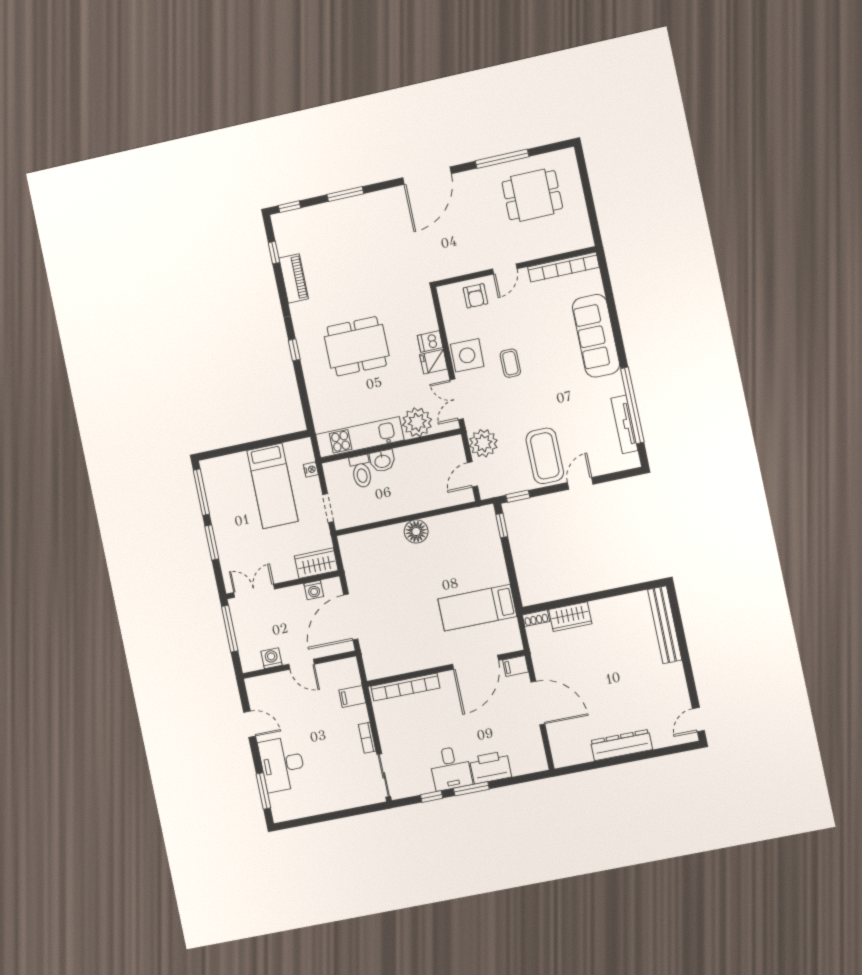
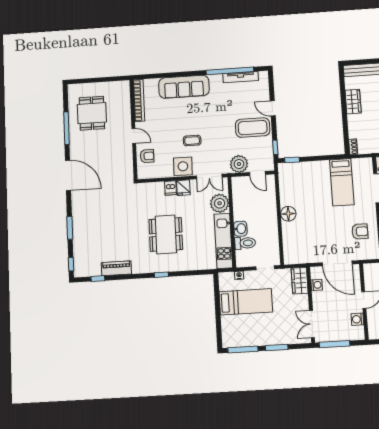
wardrobe: (570, 617) -> (353, 102), moved
armchair: (405, 645) -> (360, 231), added

